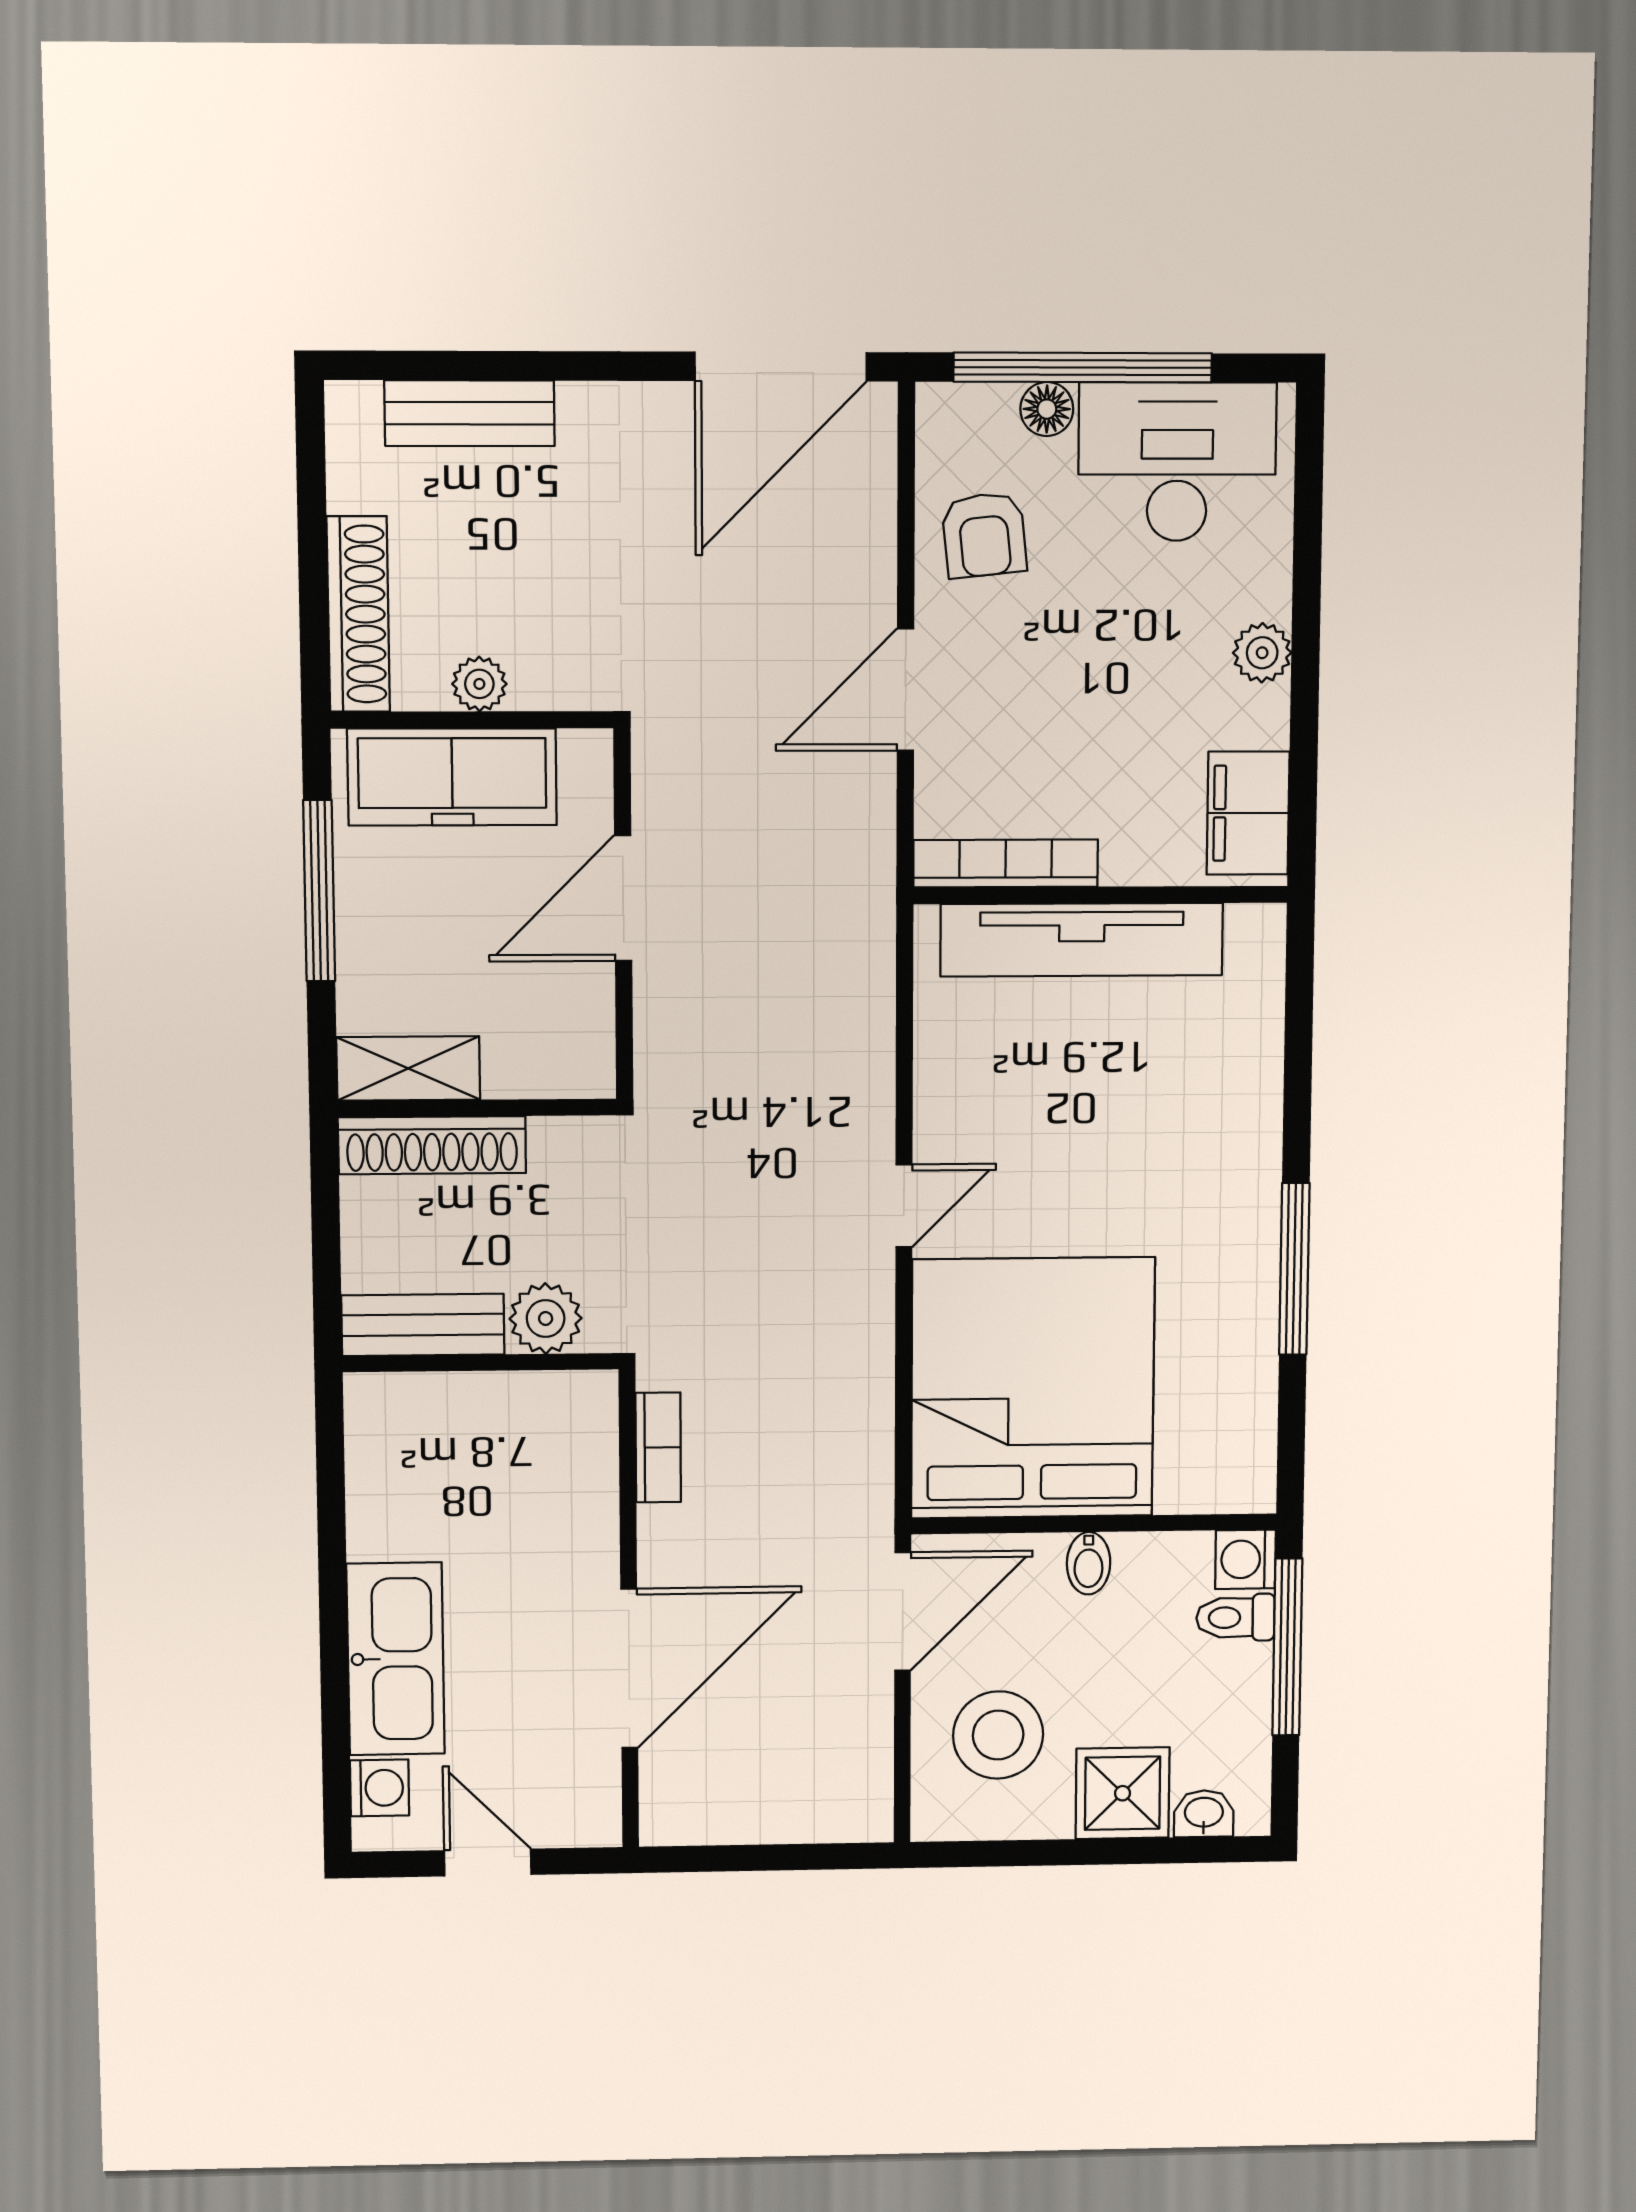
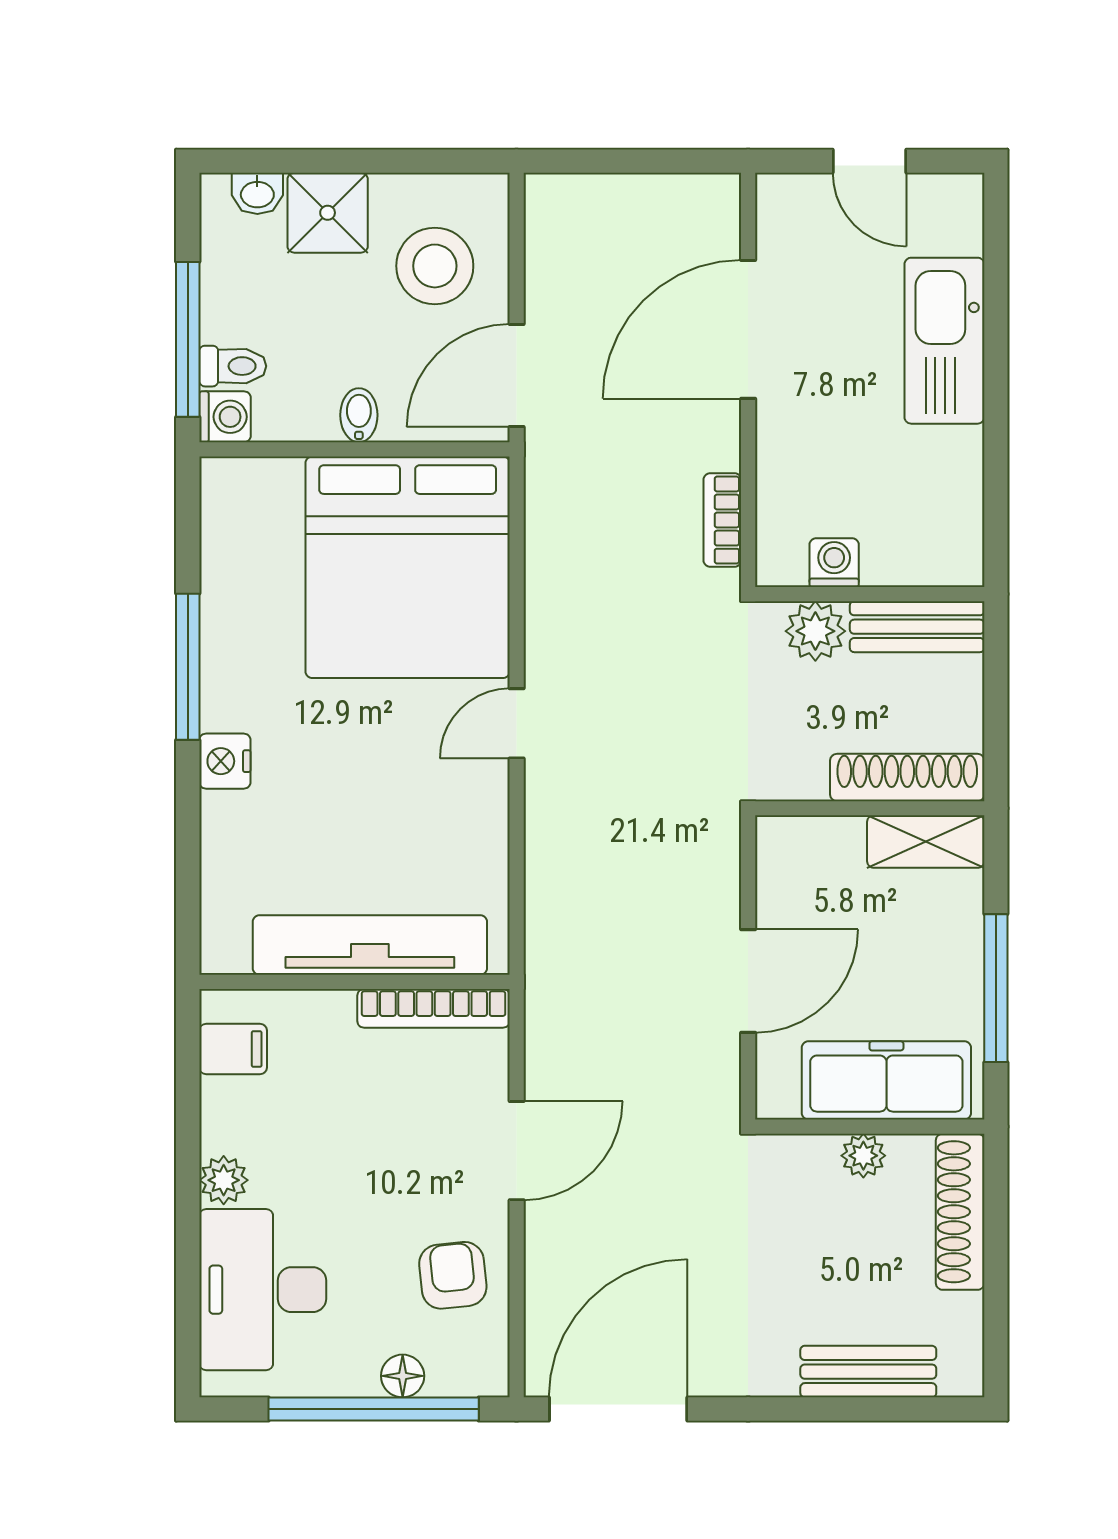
desk: (1177, 462) -> (263, 1290), moved, turned 90
filing cabinet: (1248, 813) -> (233, 1049), width x0.50
nightstand: (1252, 1158) -> (225, 761), added
washing machine: (380, 1788) -> (834, 563), moved, turned 90

